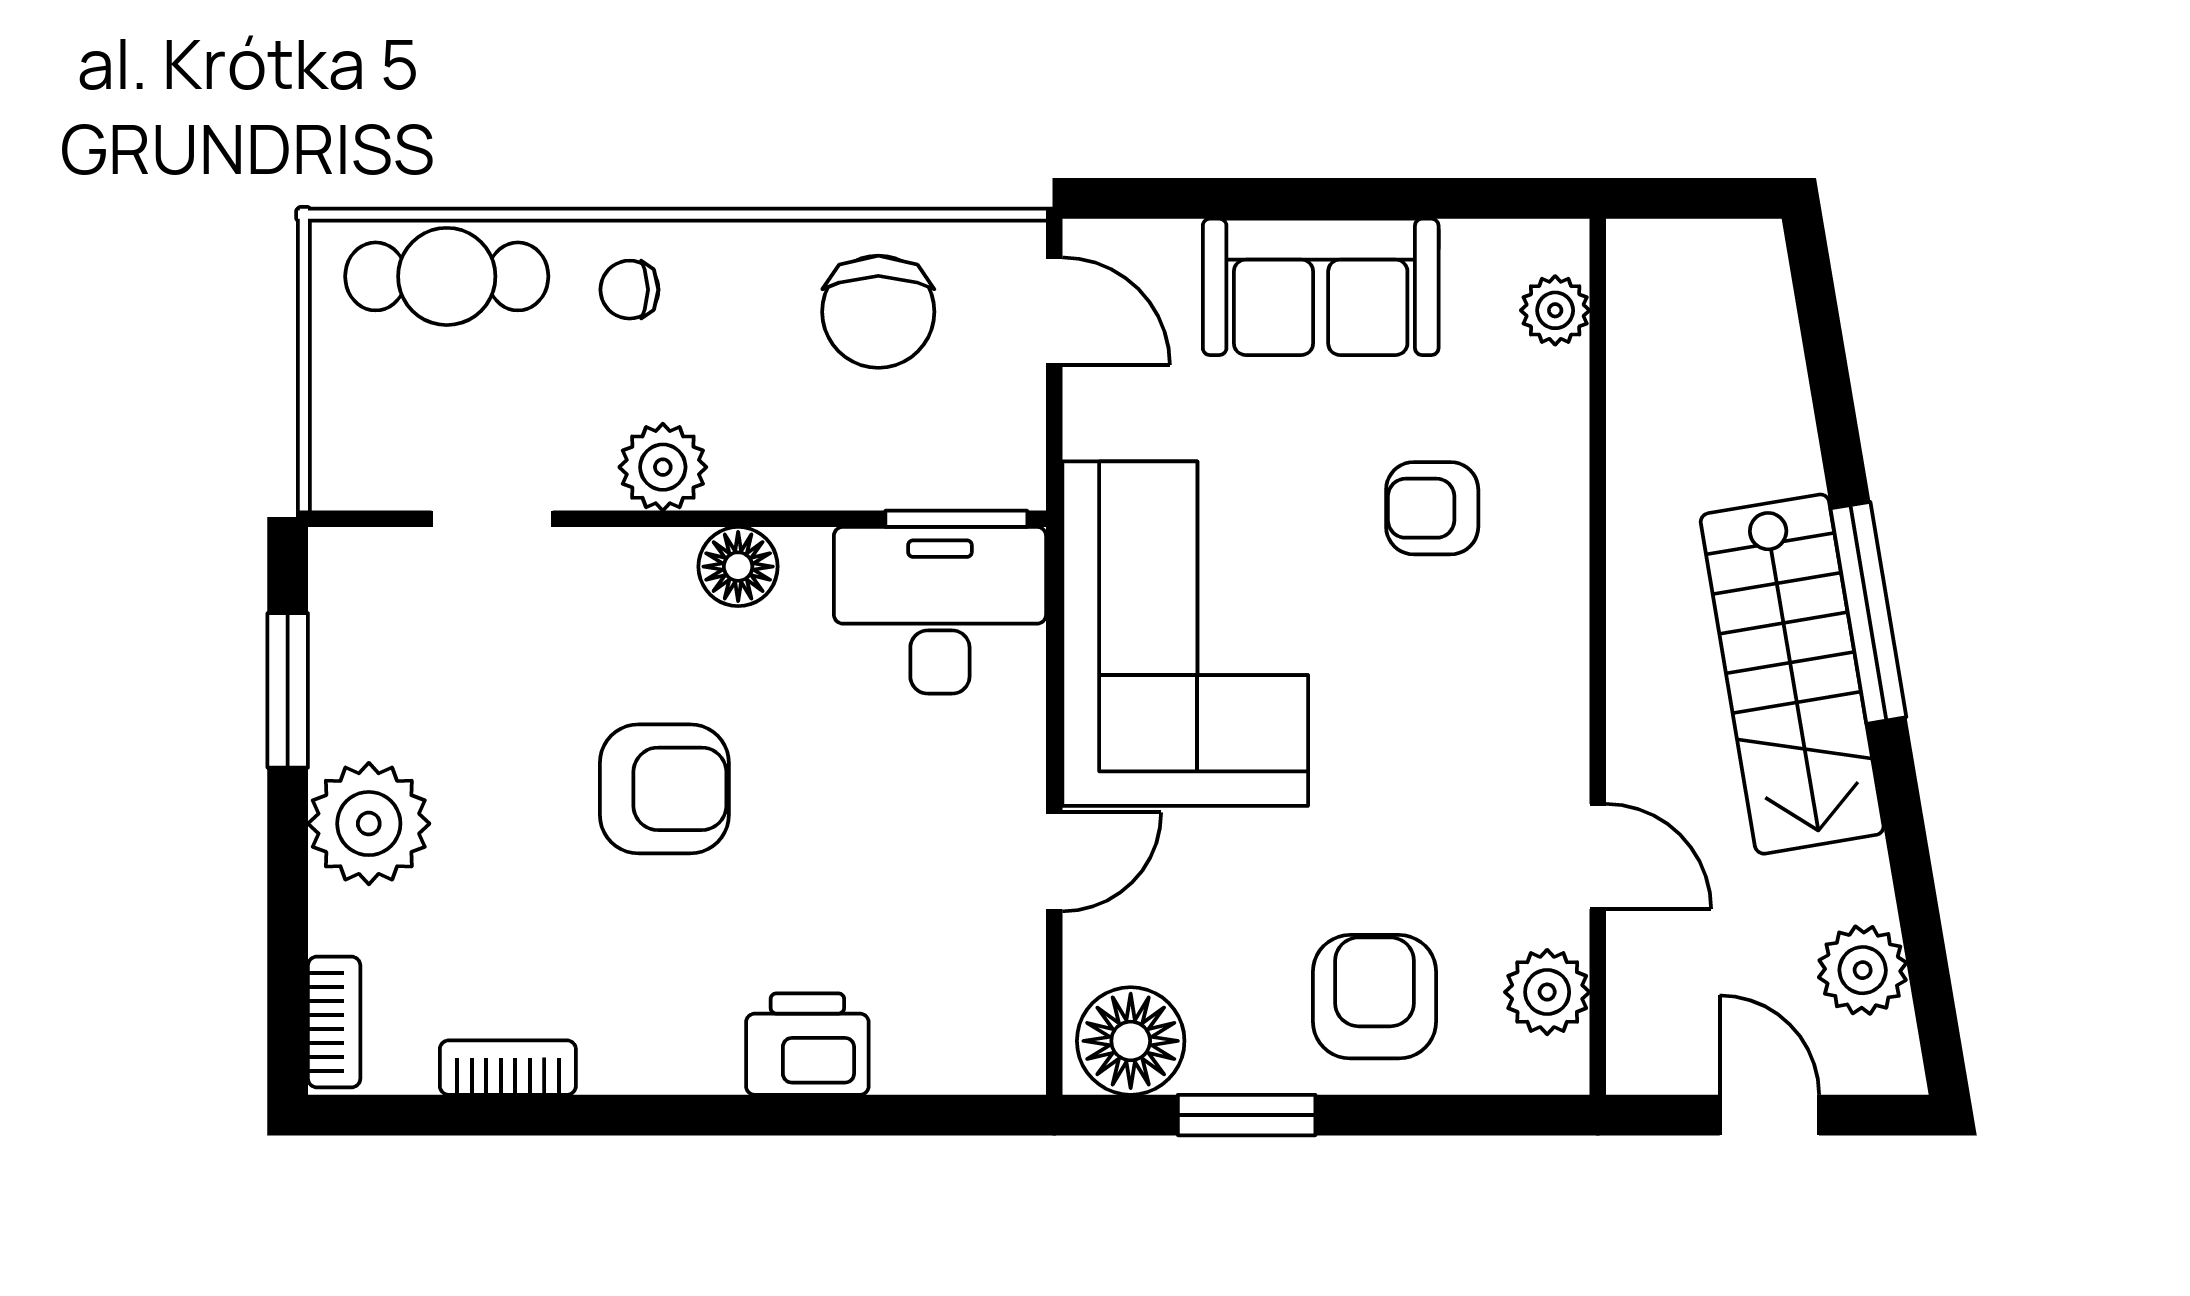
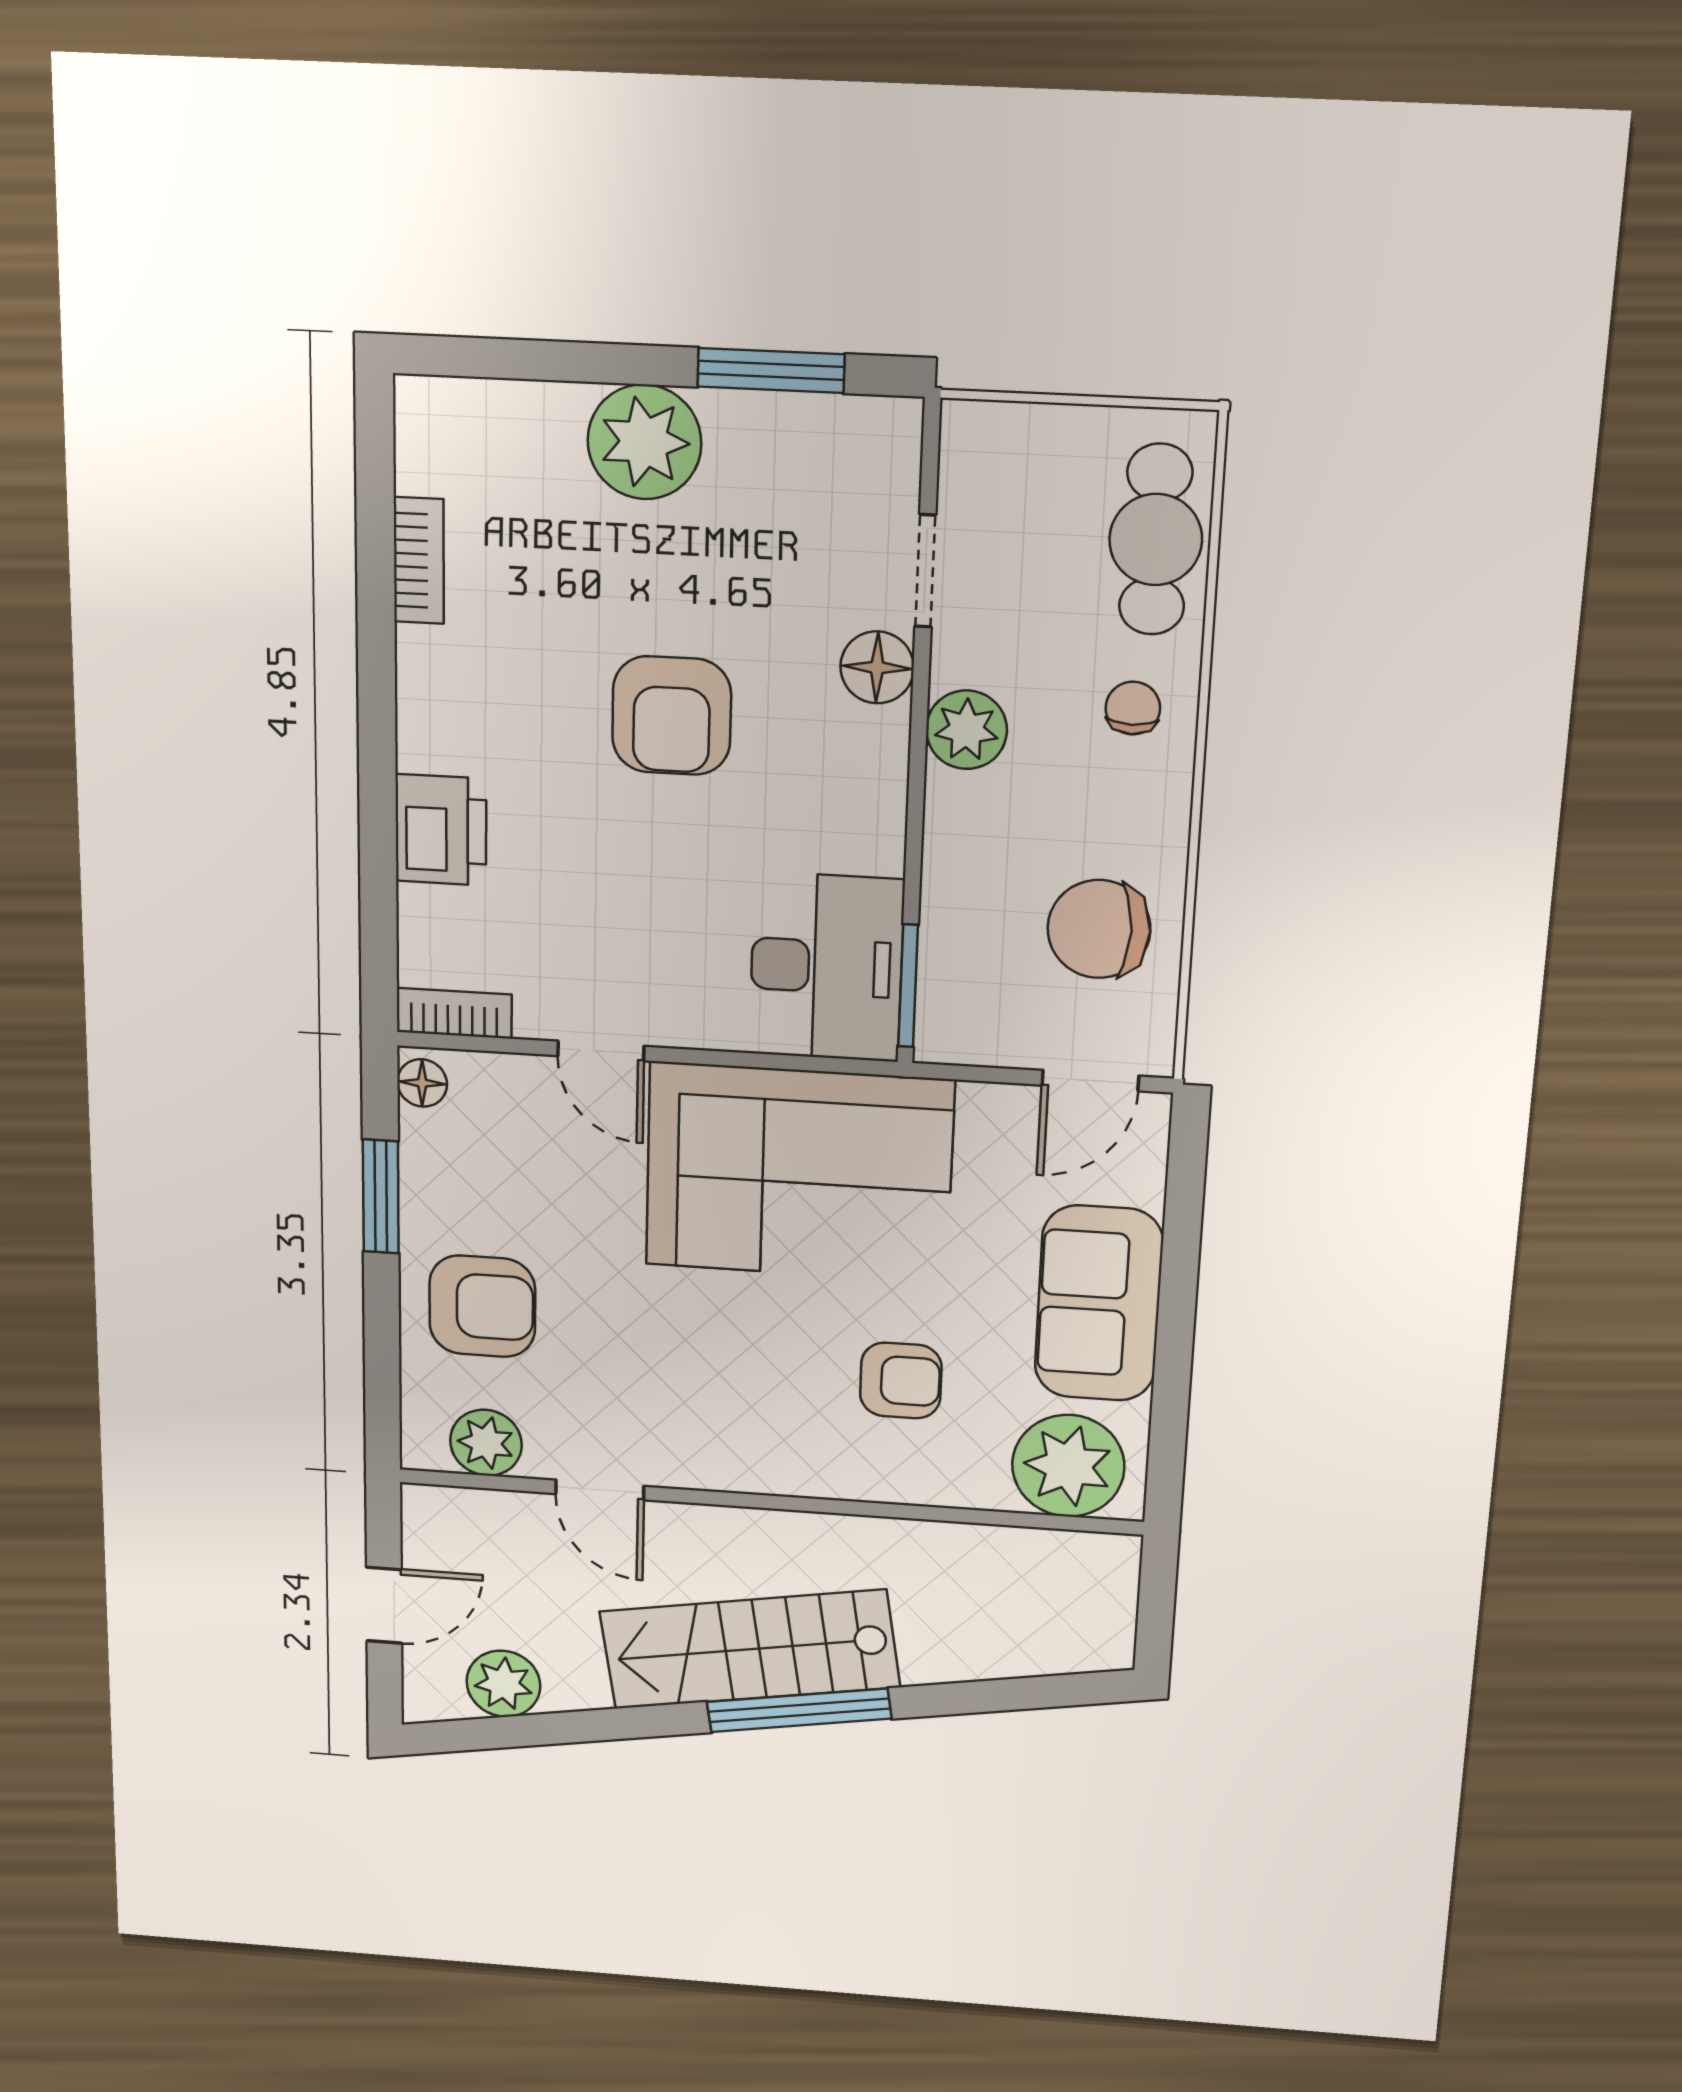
plant: (1555, 310) -> (1068, 1466), width x1.87, depth x1.87
armchair: (1432, 508) -> (901, 1381), turned 90
floor lamp: (738, 567) -> (877, 667), moved
door: (1598, 857) -> (600, 1490), hinge flipped
bookcase: (334, 1022) -> (454, 1013), moved, turned 180
floor lamp: (1131, 1041) -> (422, 1083), width x0.53, depth x0.53

